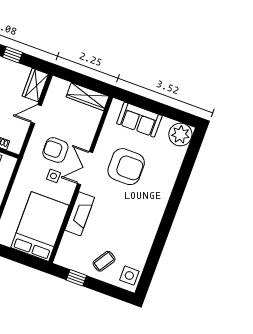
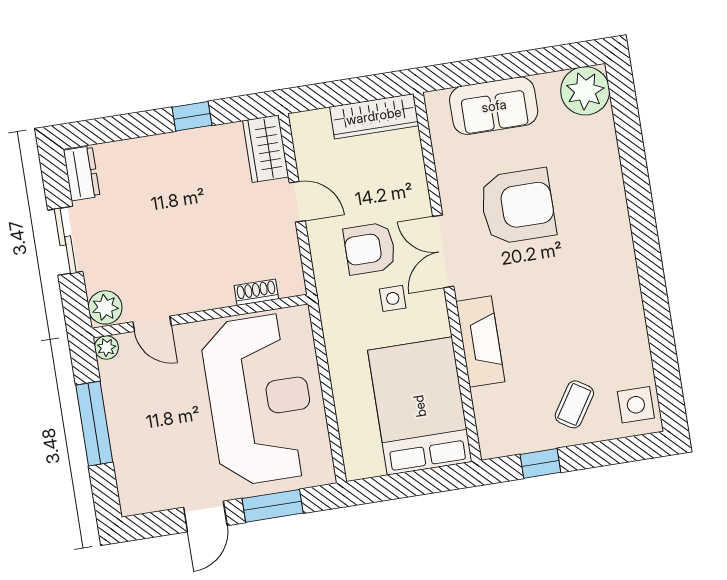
door: (36, 114) -> (297, 202), swing flipped

